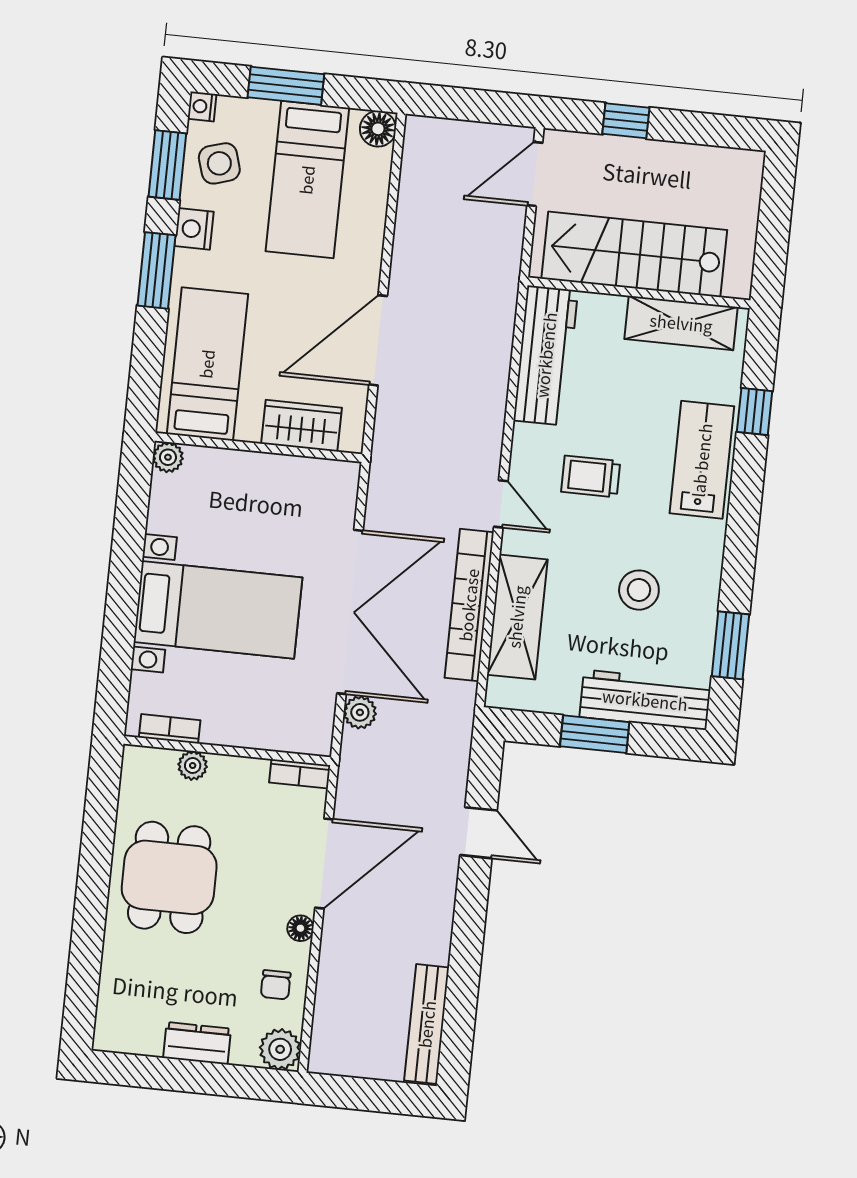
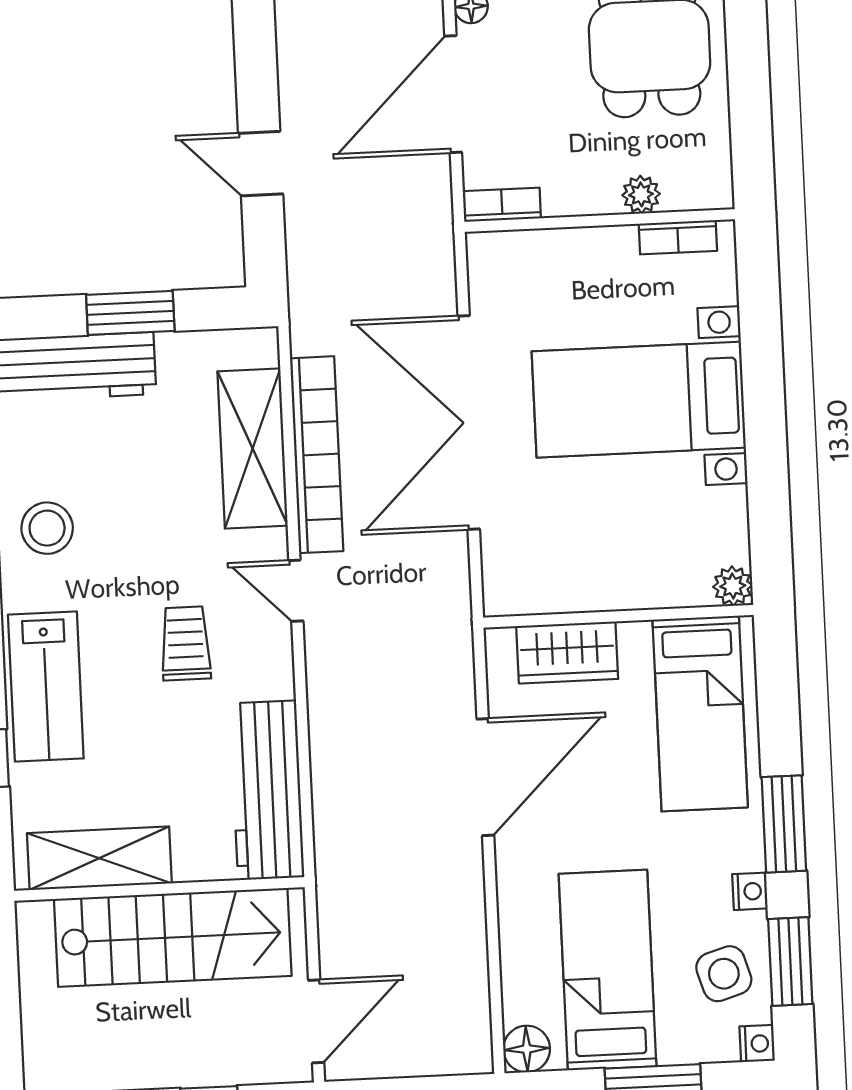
nightstand: (194, 229) -> (750, 891), width x0.72, depth x0.74
trolley: (591, 476) -> (186, 643), turned -90
stool: (639, 590) -> (47, 528), moved
plant: (360, 712) -> (436, 295), removed

